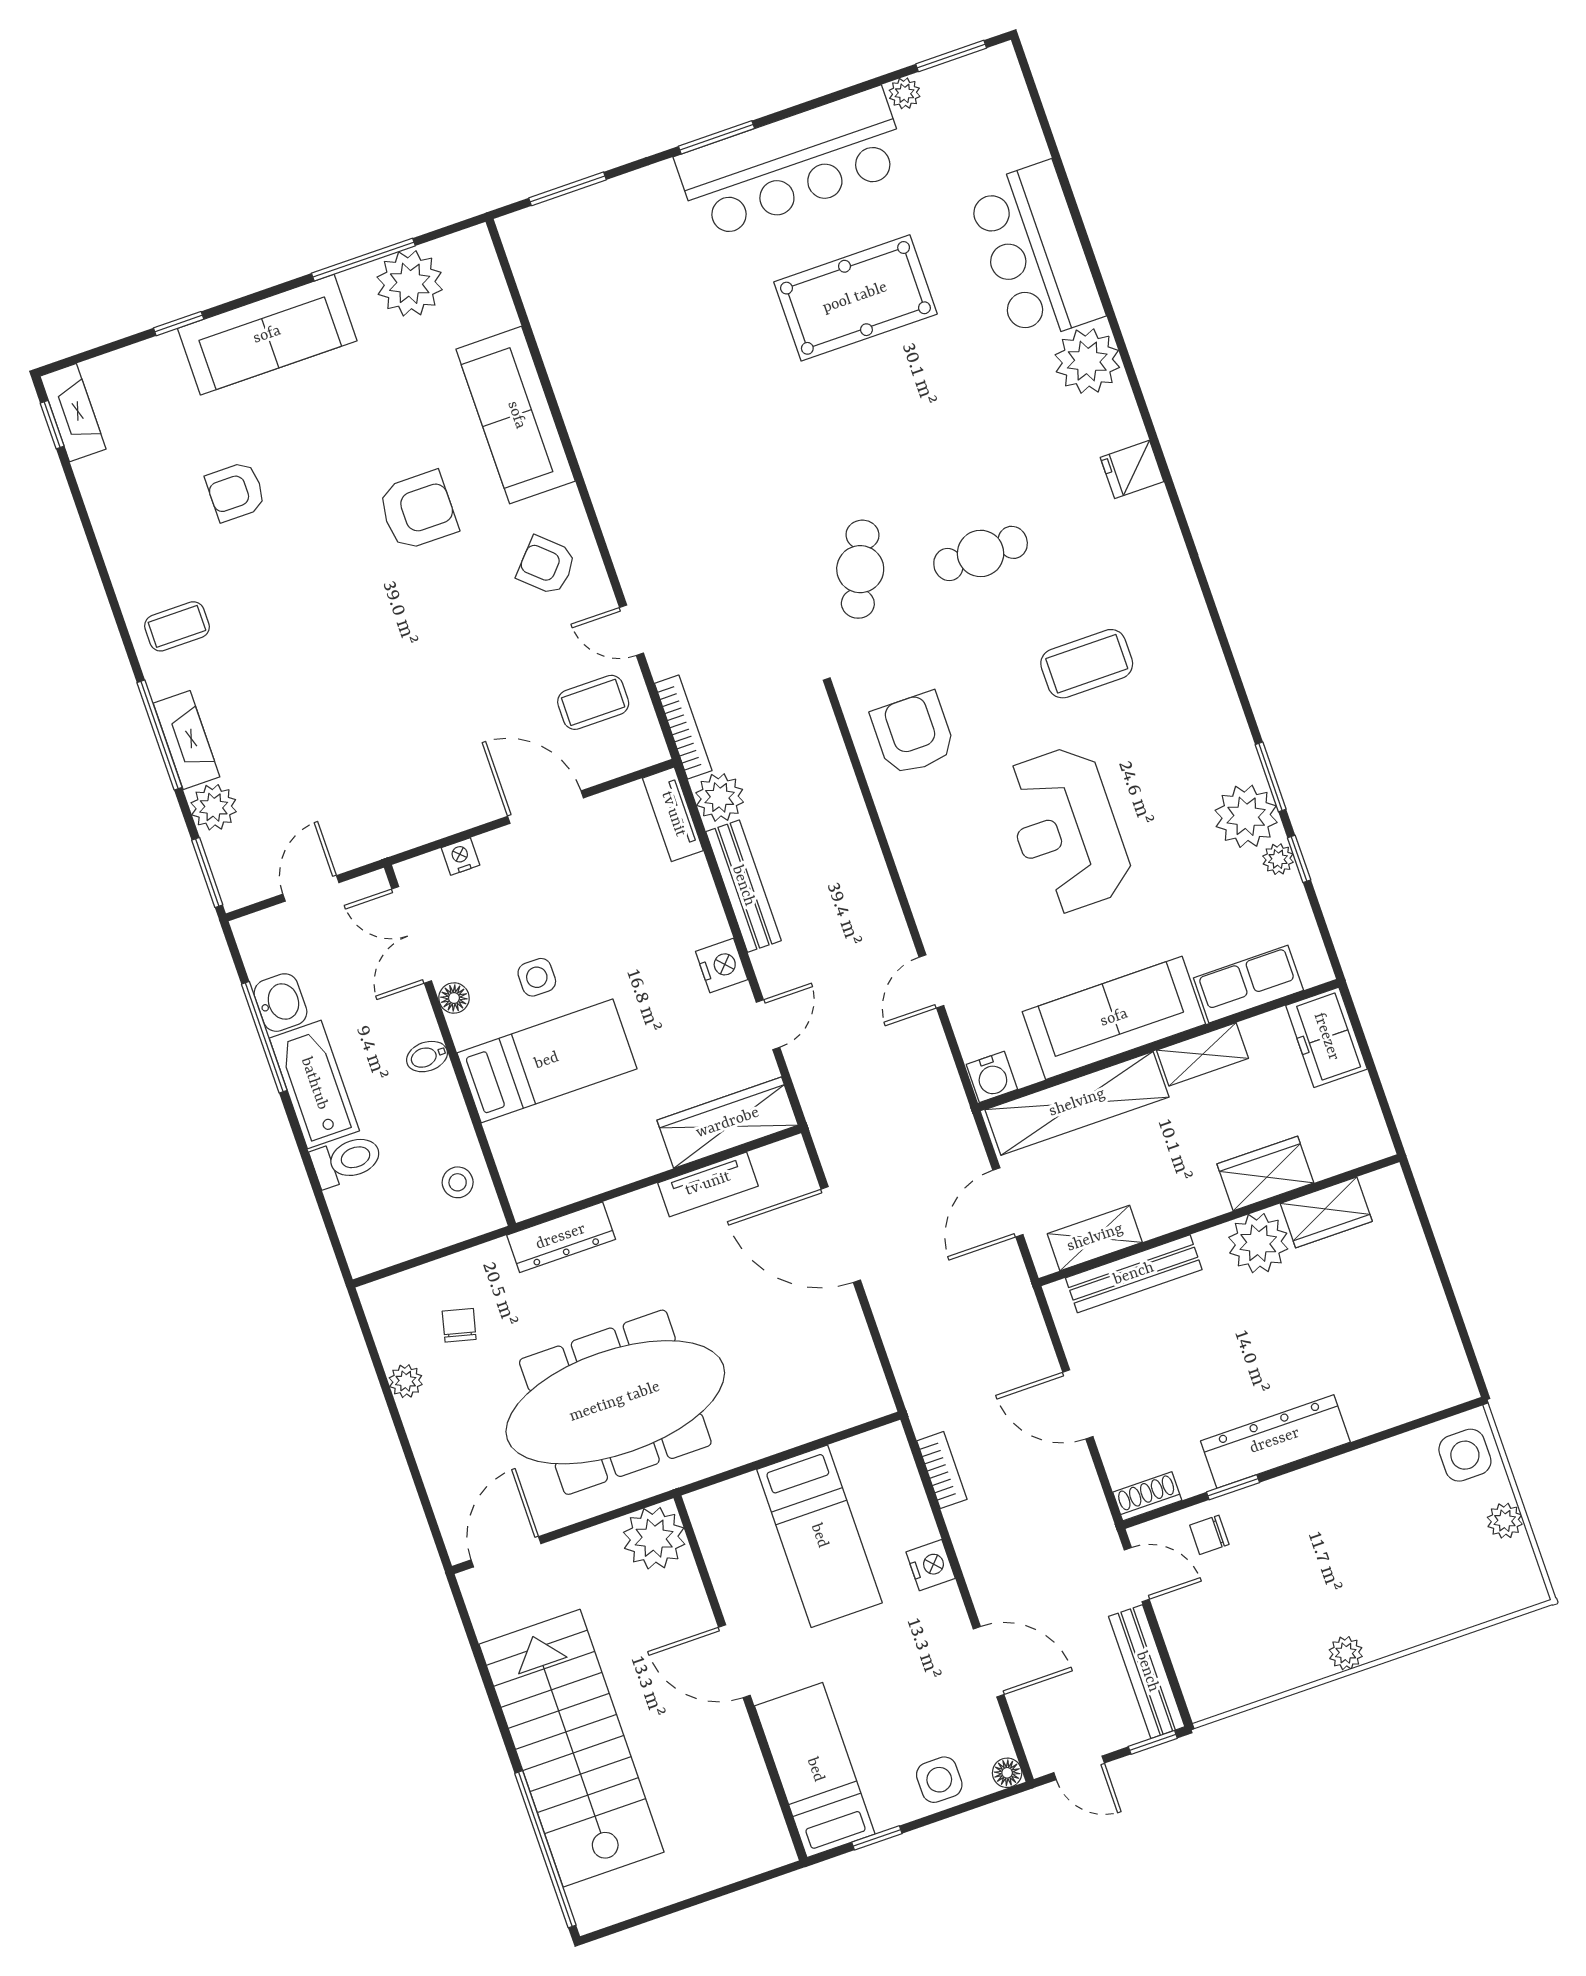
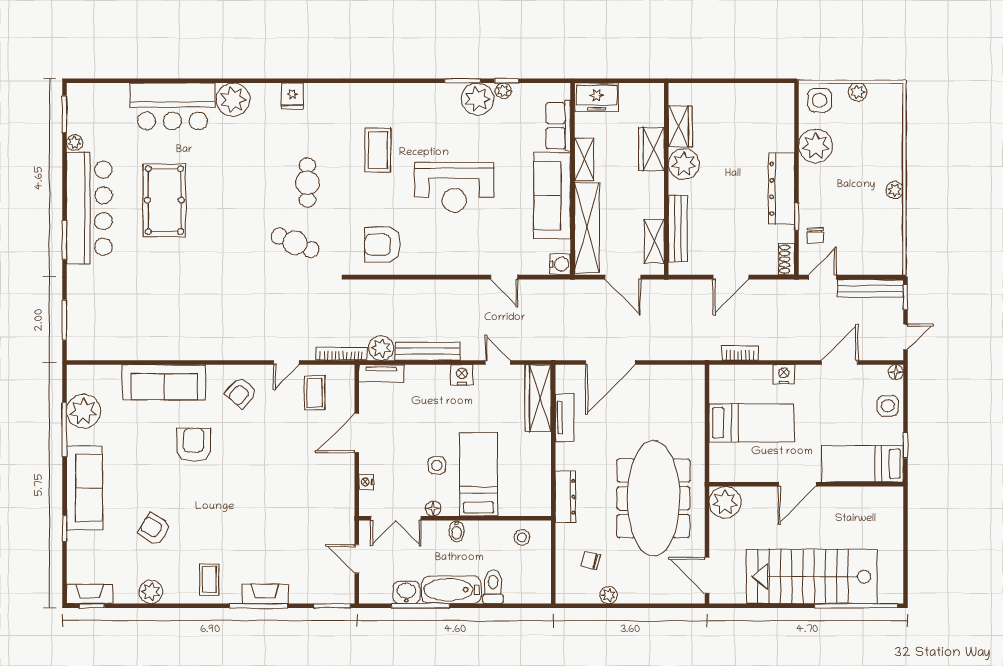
armchair: (236, 491) -> (154, 529), turned 121
plant: (214, 807) -> (151, 592), moved
plant: (1377, 1477) -> (816, 146), added

